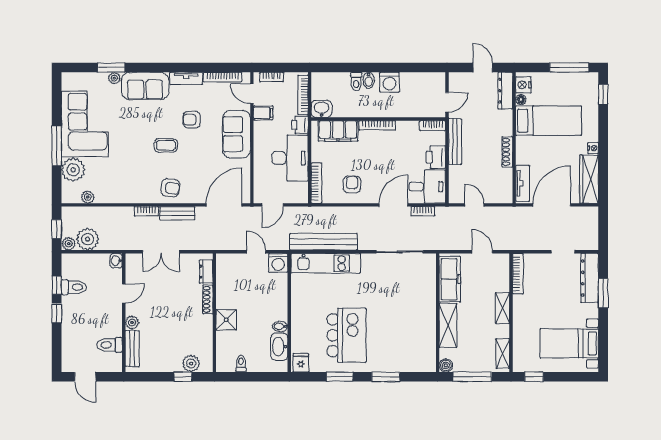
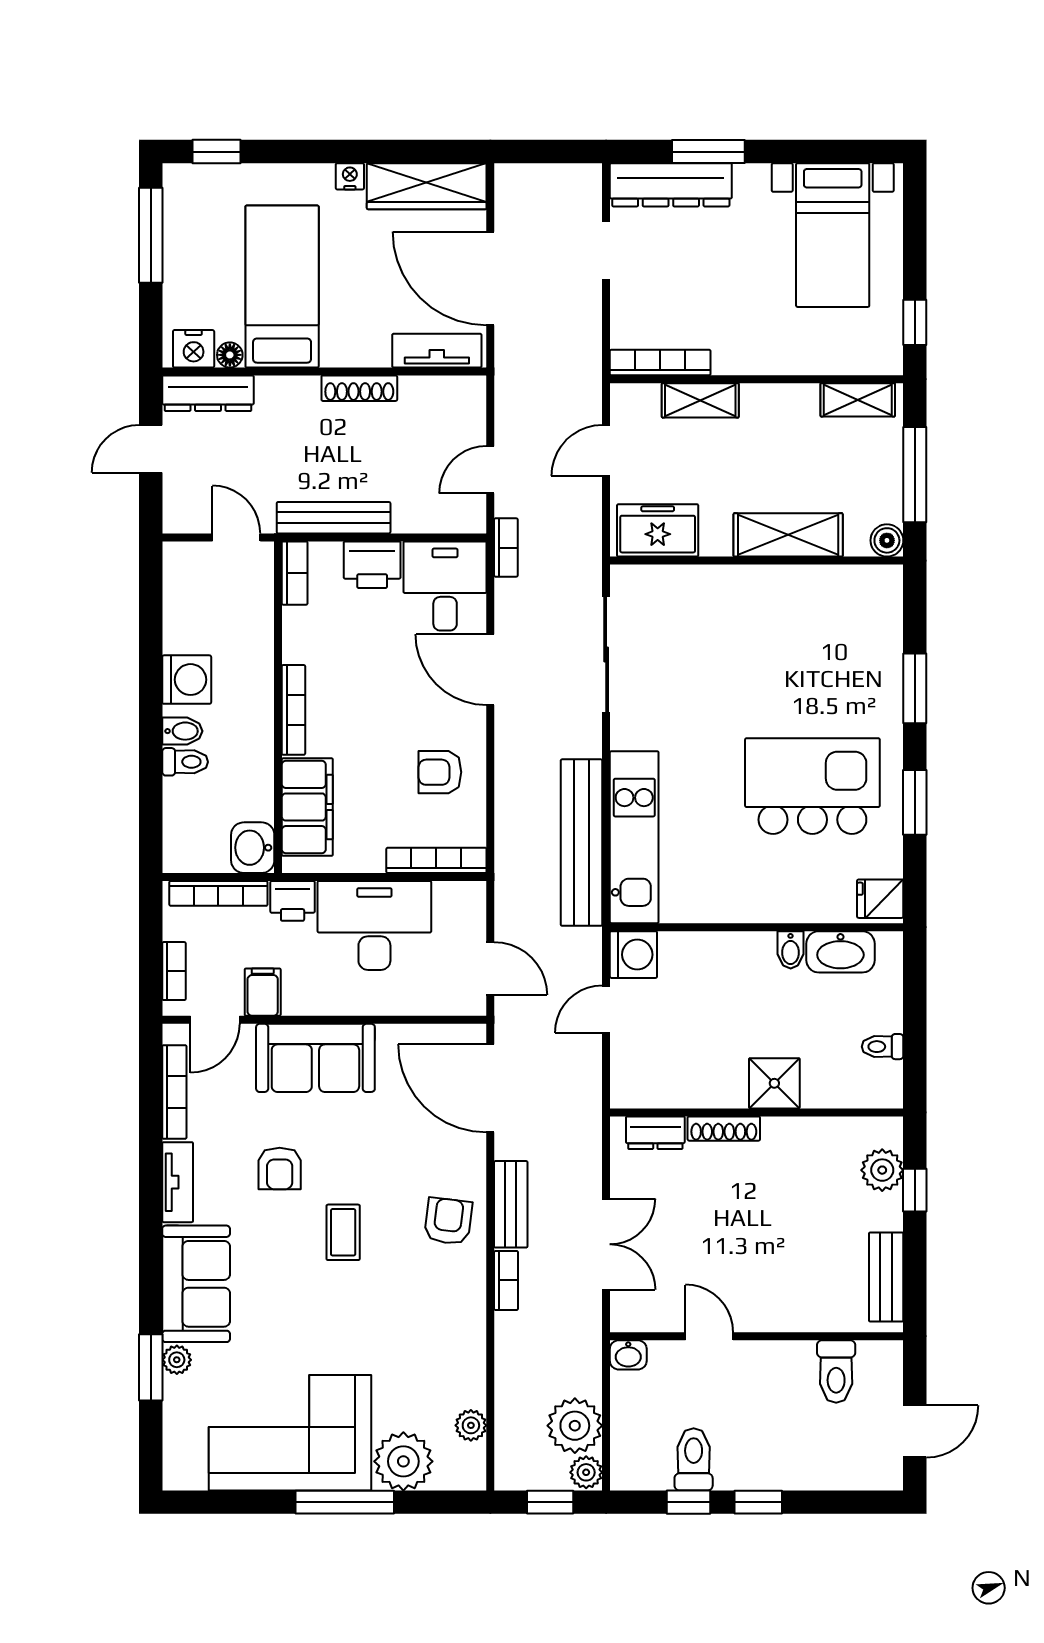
bookcase: (423, 211) -> (506, 548), moved
freezer: (450, 279) -> (658, 530), width x0.71
shelving: (502, 308) -> (700, 400), moved
plant: (132, 323) -> (781, 1316), removed
bench: (132, 348) -> (886, 1277), moved, turned 90

